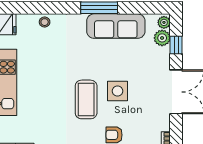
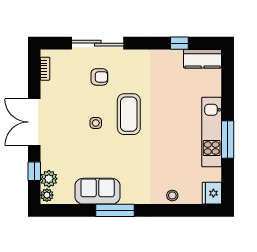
sofa: (116, 26) -> (98, 191), width x0.73
side table: (117, 91) -> (96, 123), width x0.54, depth x0.54

